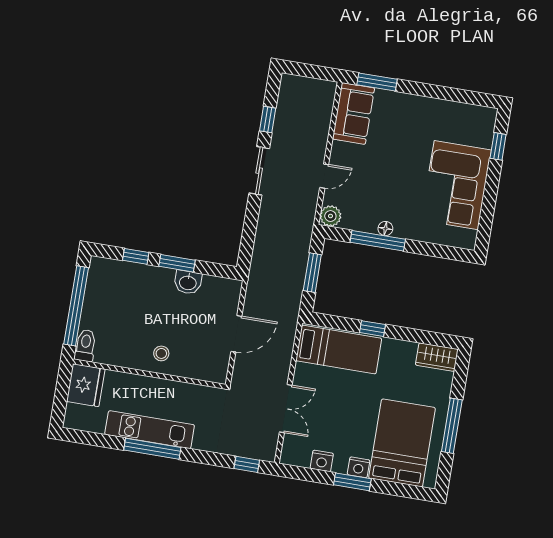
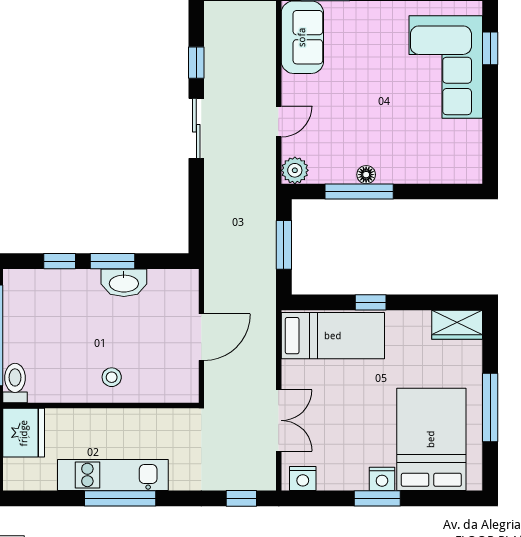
corner sofa: (456, 185) -> (446, 67), moved
washbasin: (188, 282) -> (124, 283), width x1.38
nightstand: (322, 461) -> (303, 478), moved

